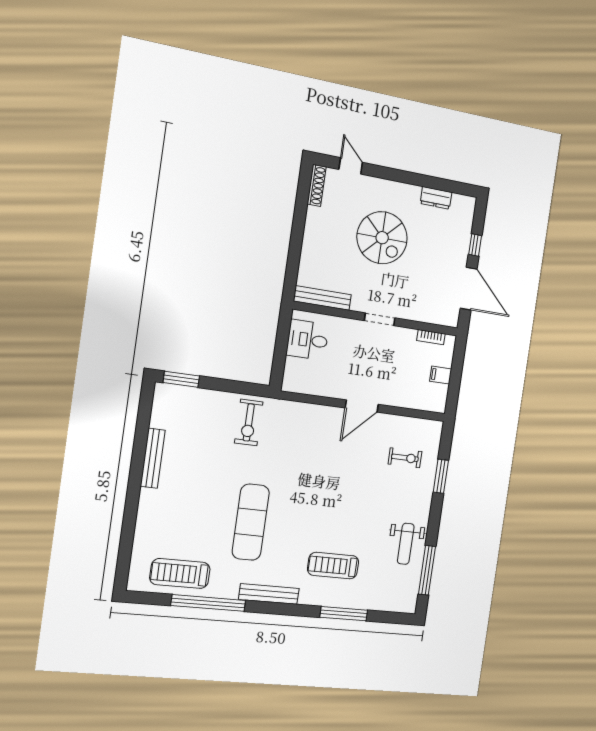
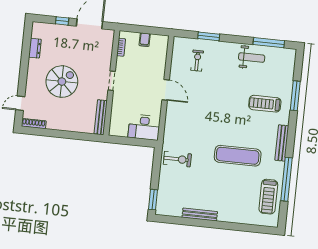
desk: (308, 340) -> (144, 127), moved, width x1.37
treadmill: (333, 566) -> (265, 104), turned 90

